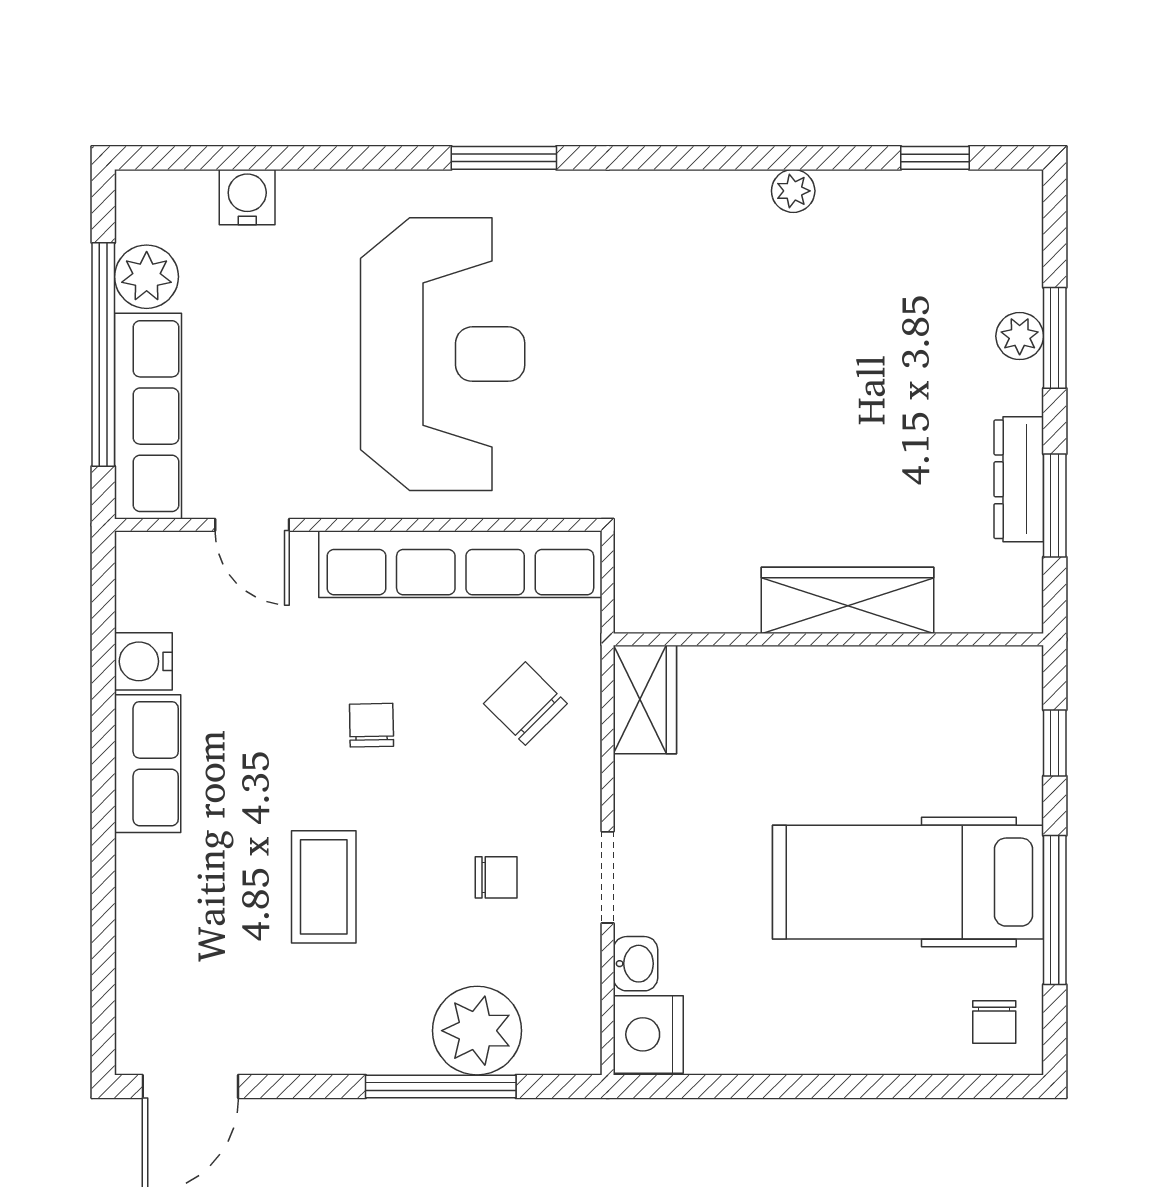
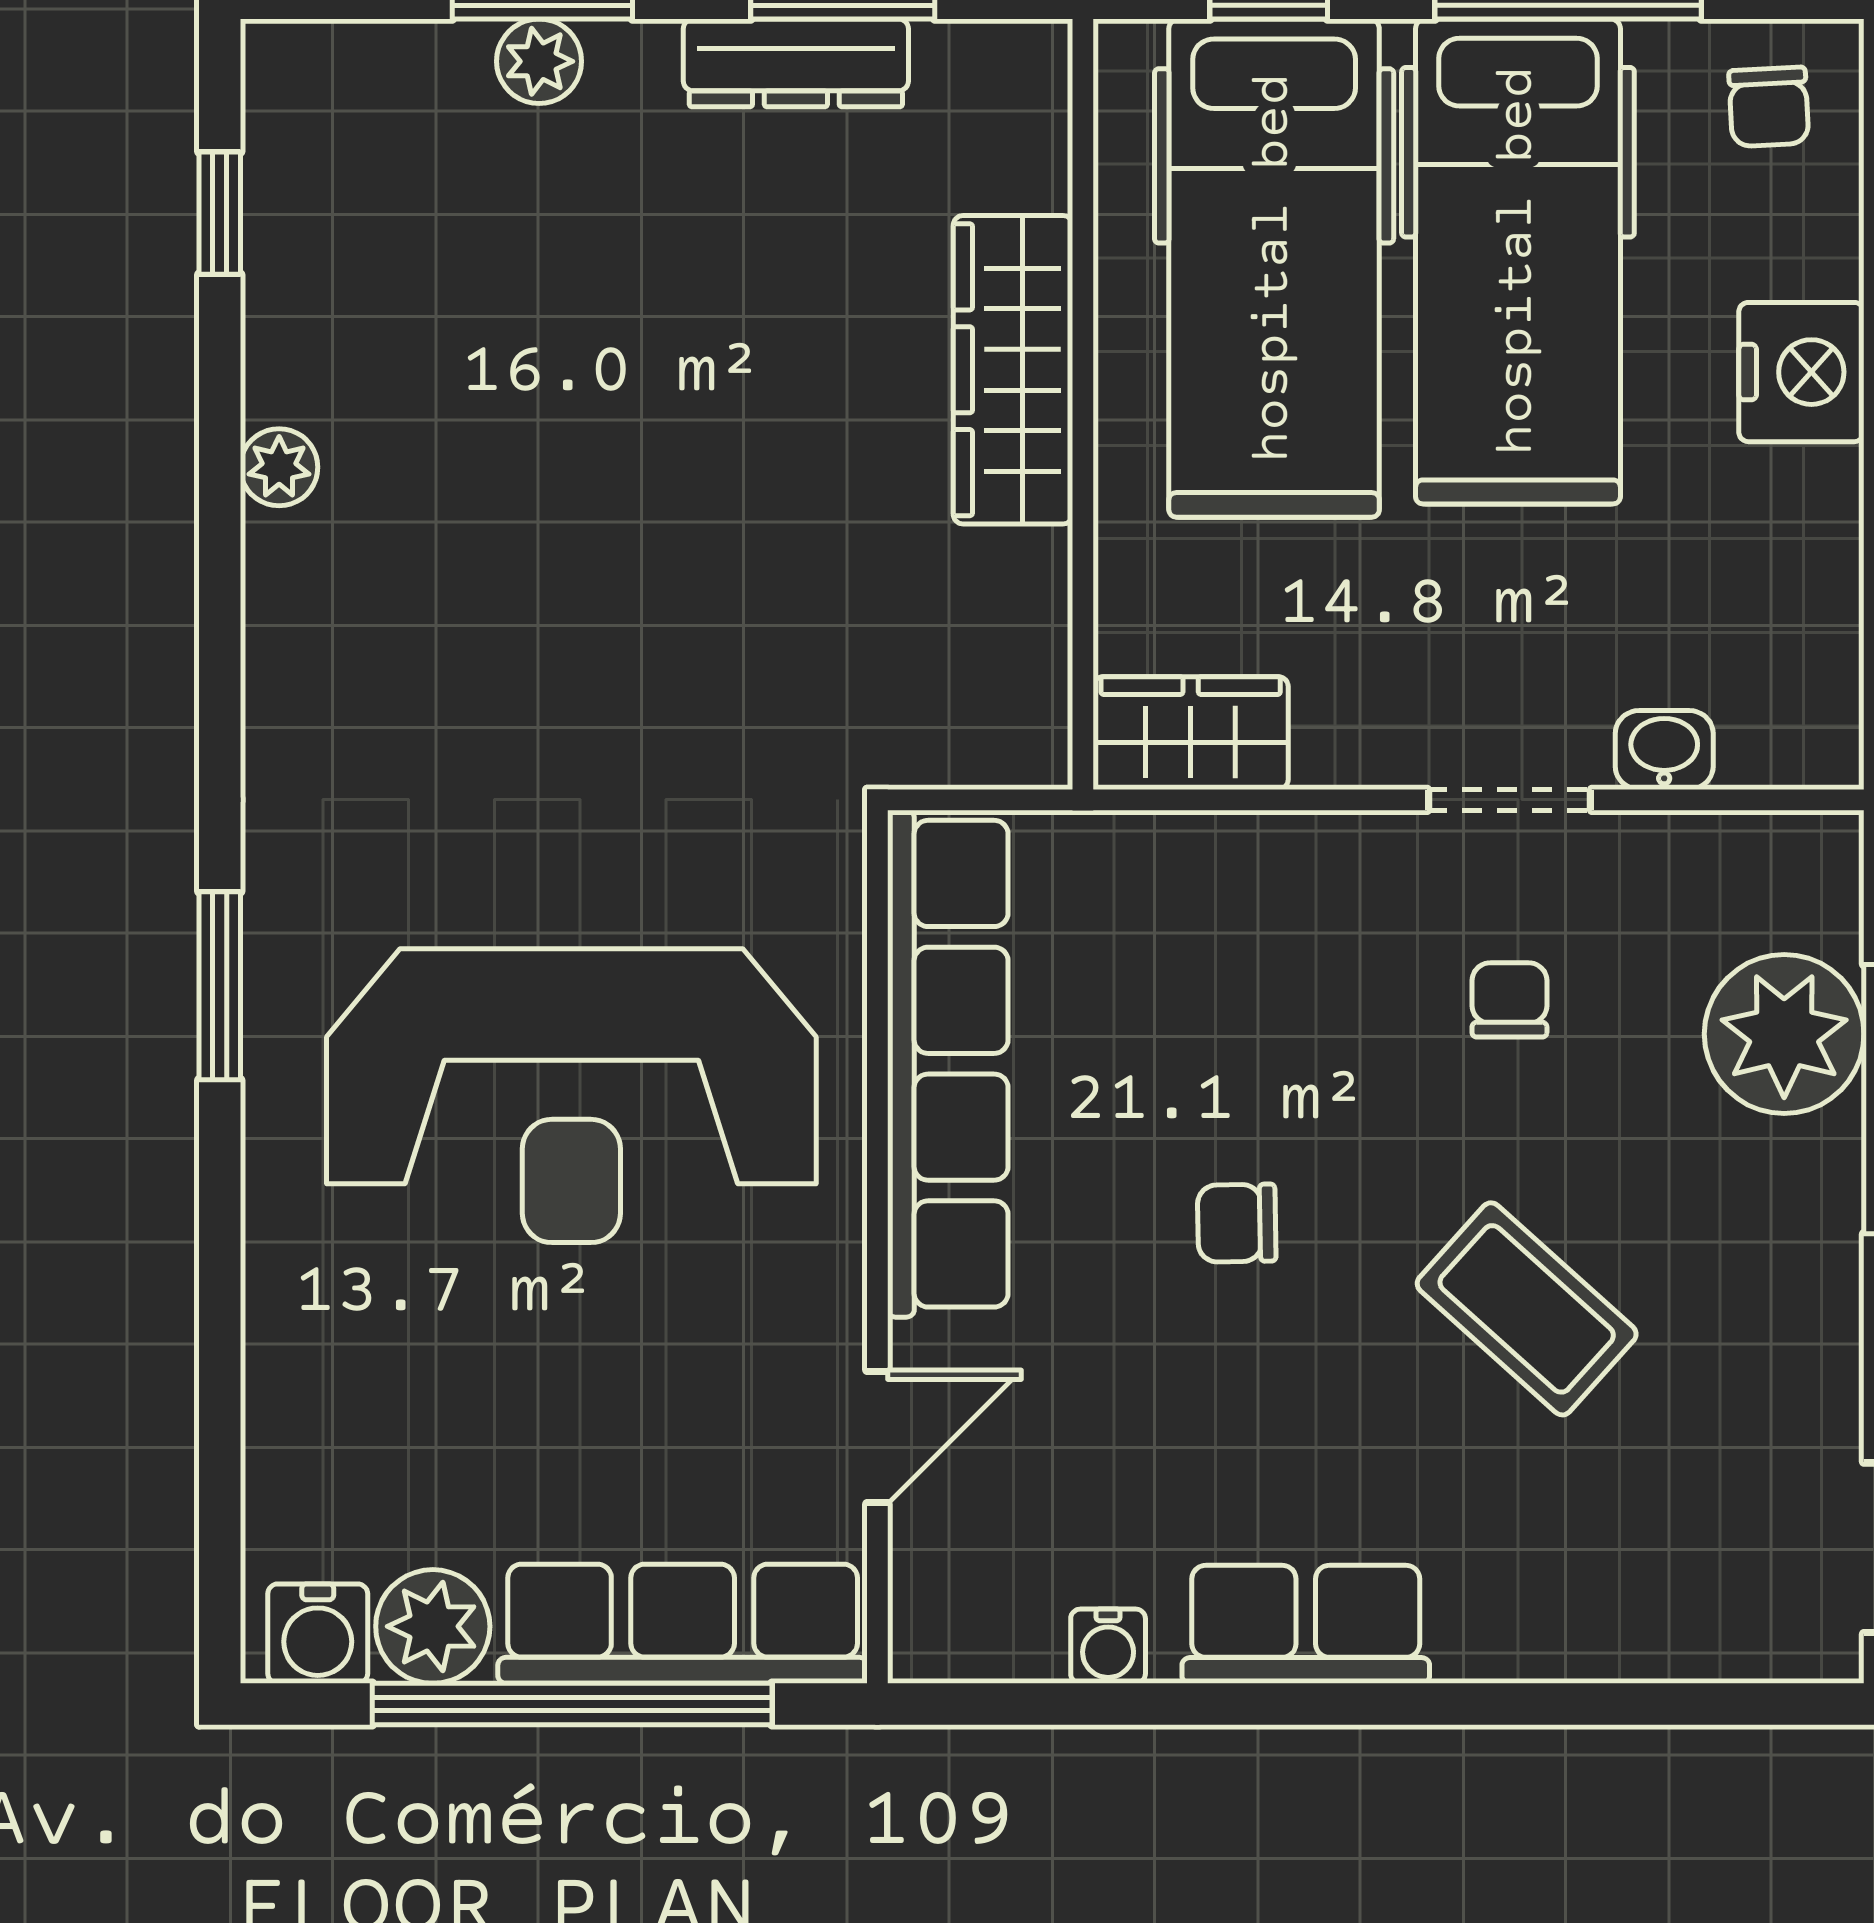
water cooler: (247, 197) -> (318, 1634), moved, turned -90
reception desk: (443, 354) -> (571, 1096), turned 180
water cooler: (143, 661) -> (1108, 1646), width x0.72, depth x0.72
chair: (525, 704) -> (1198, 947), removed
hospital bed: (904, 746) -> (1274, 268), added
coffee table: (324, 887) -> (1527, 1309), turned 42
chair: (994, 1022) -> (1769, 107), turned 87
nightstand: (648, 1034) -> (1801, 372), moved, turned -90

